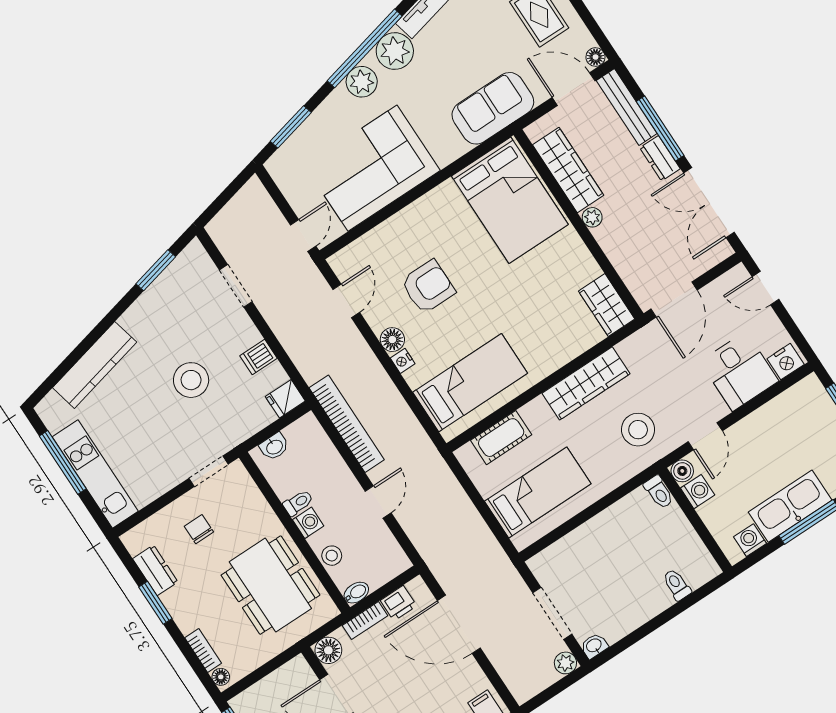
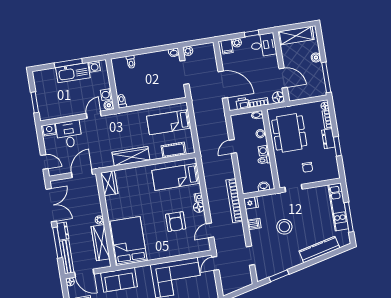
armchair: (428, 287) -> (176, 222), turned -90
bookcase: (347, 424) -> (234, 201), moved
stool: (638, 430) -> (119, 129), removed
dresser: (155, 570) -> (328, 139), moved

